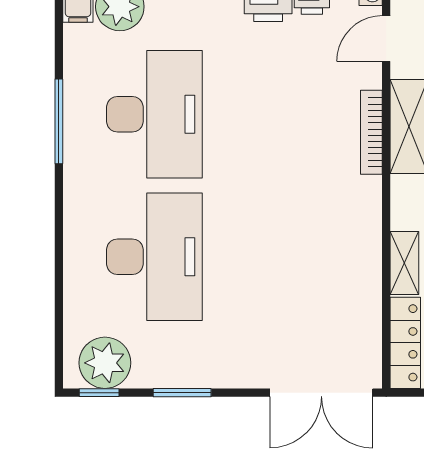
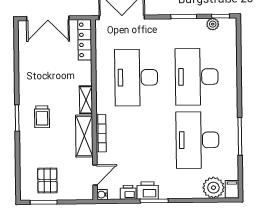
desk: (291, 257) -> (136, 77), added
shelving: (404, 263) -> (86, 100), moved
plant: (105, 363) -> (213, 24), width x0.53, depth x0.53

